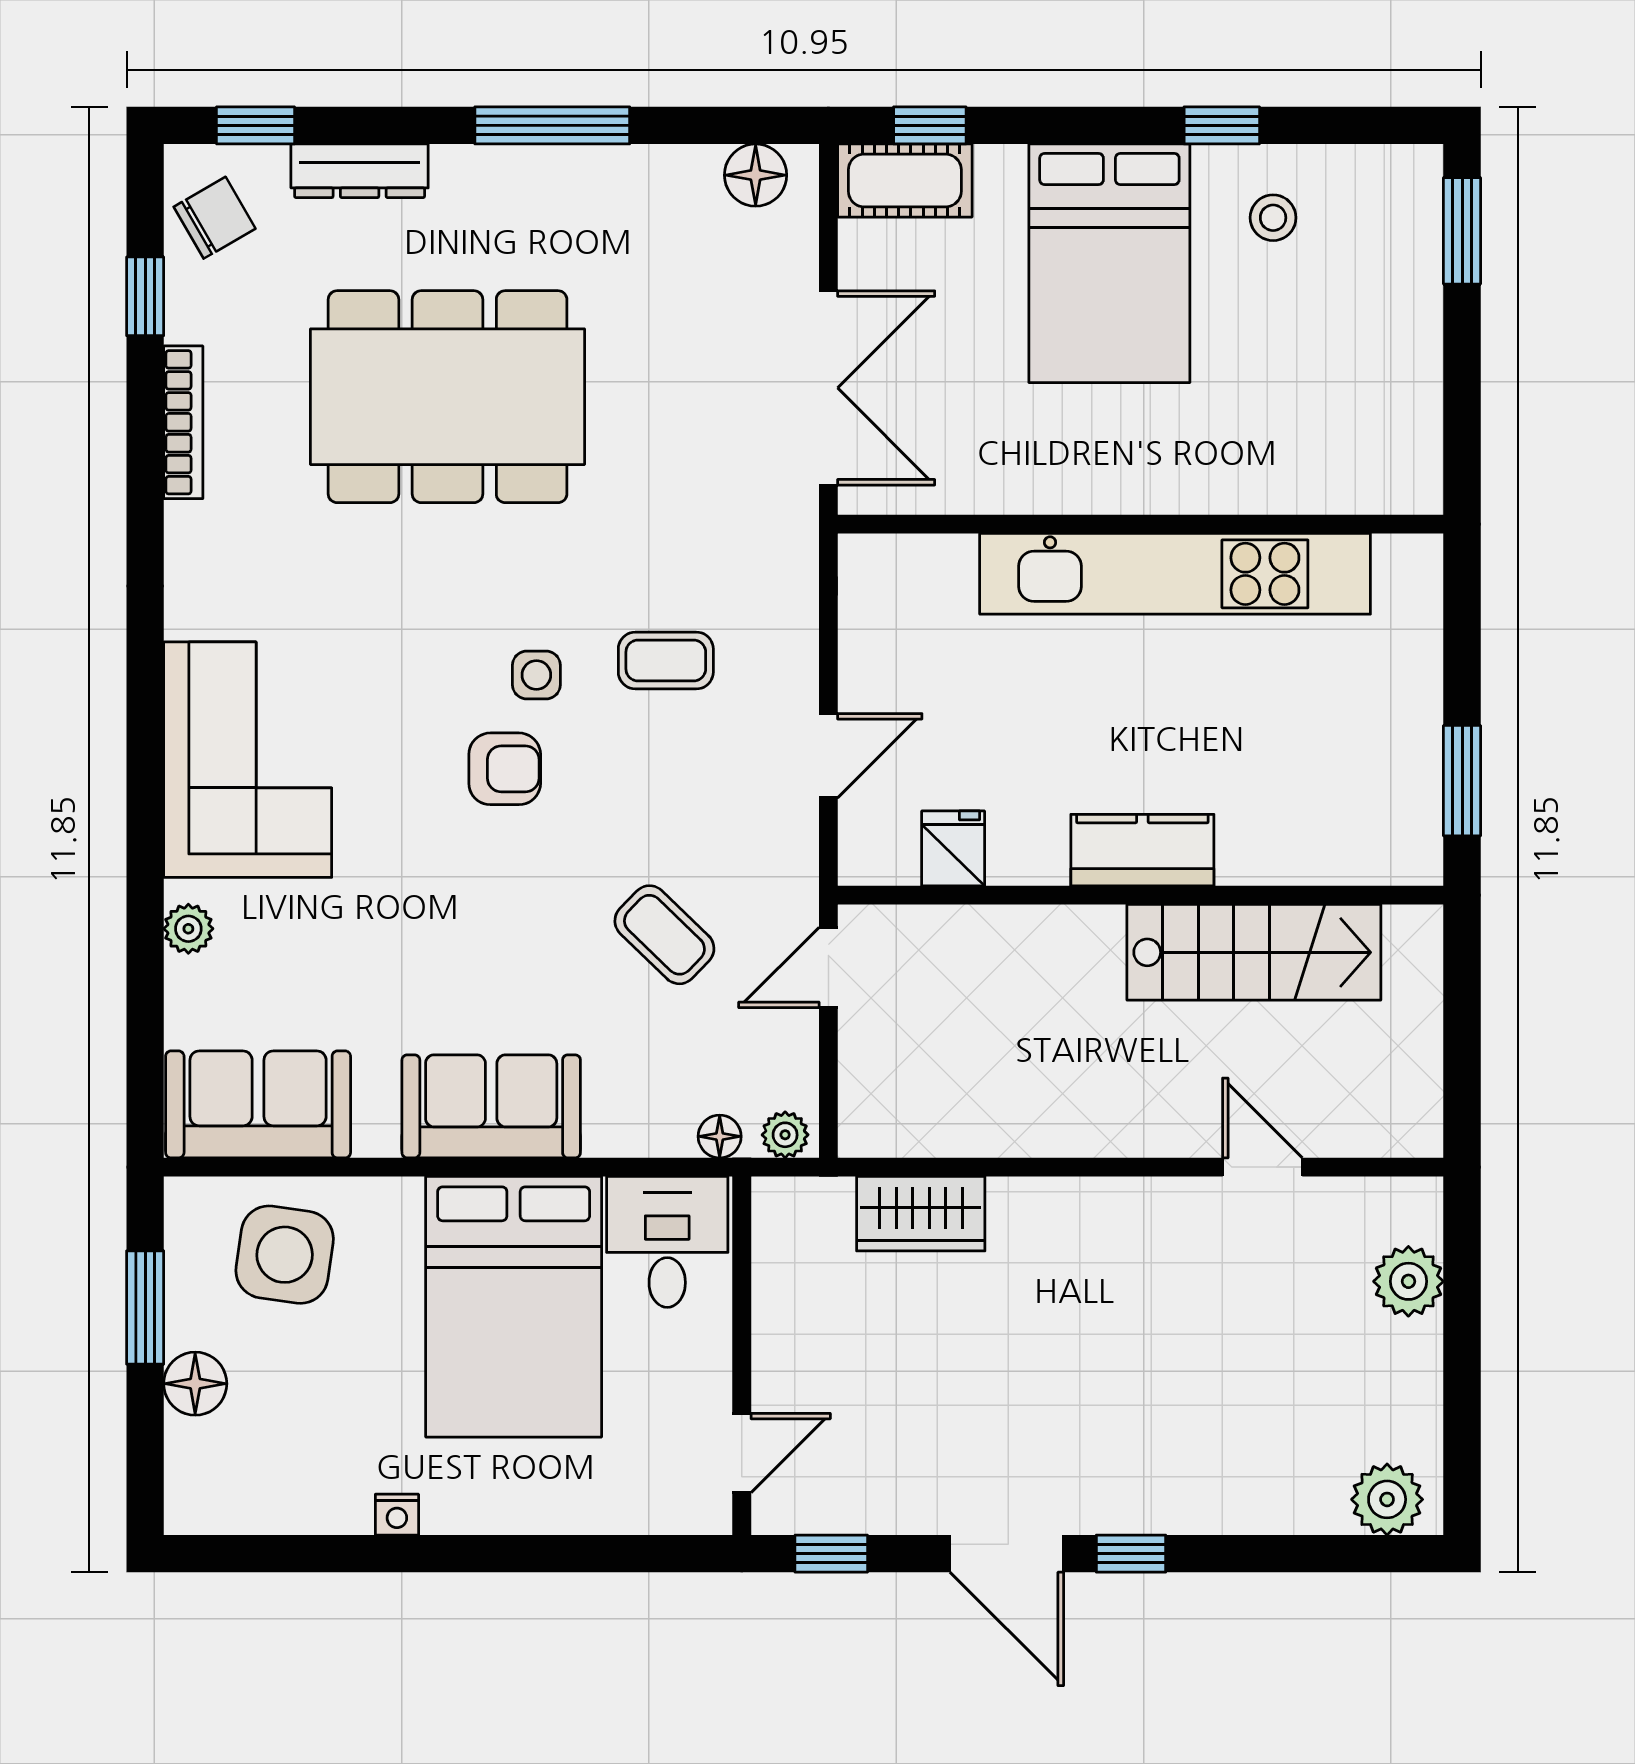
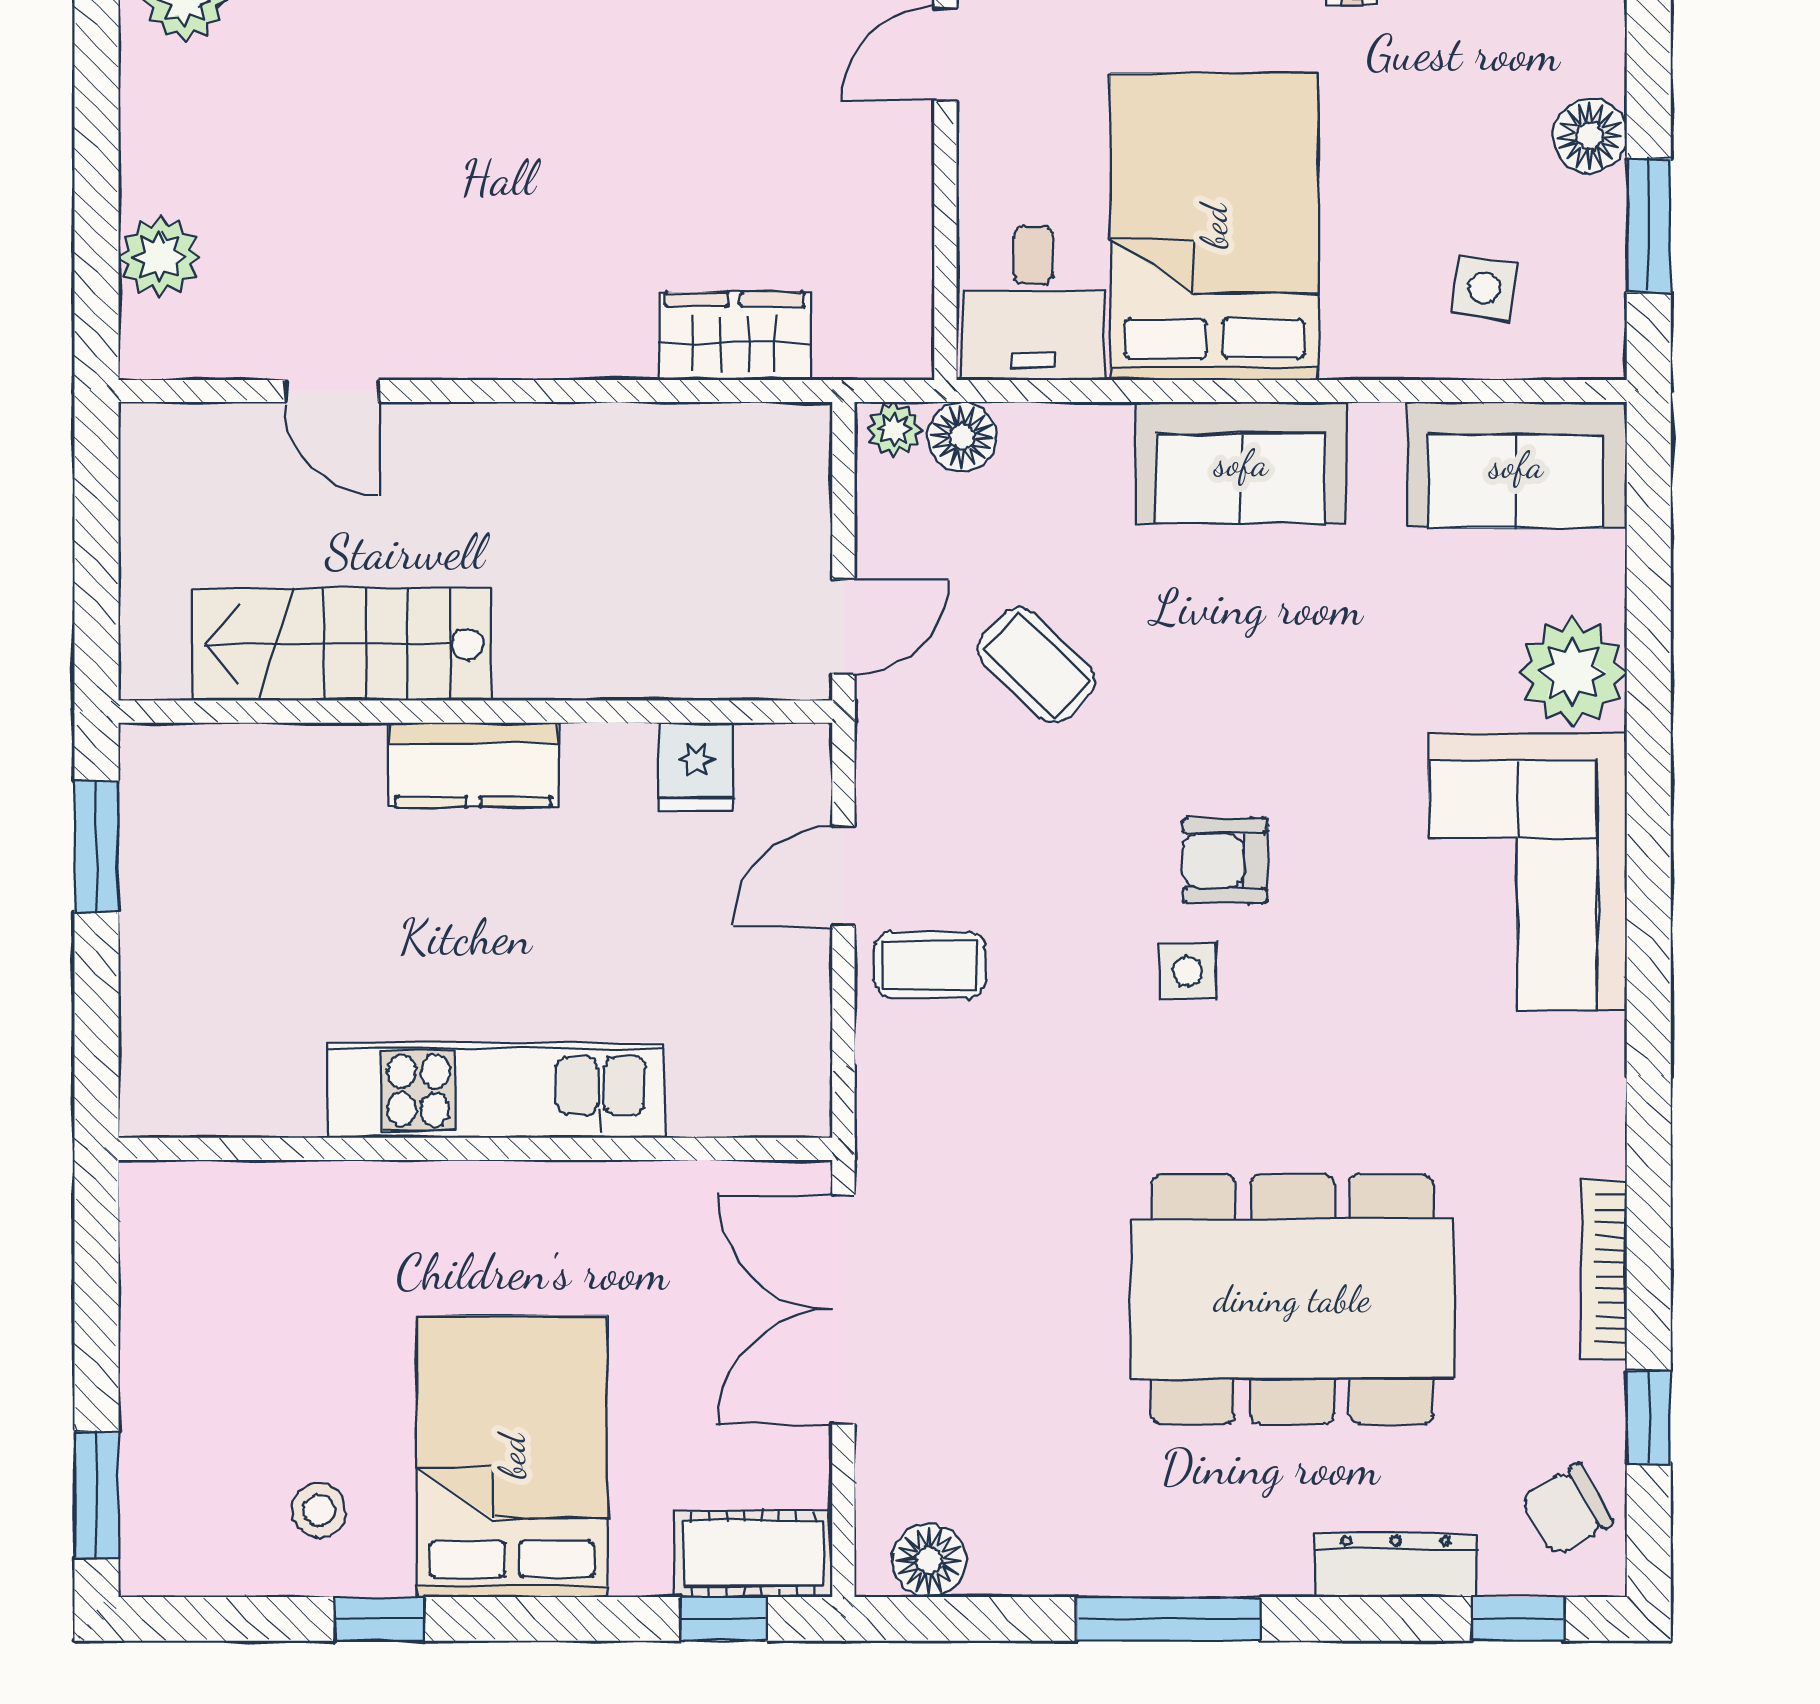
kitchen unit: (1175, 574) -> (496, 1090), width x0.73
coffee table: (666, 661) -> (930, 965), moved
plant: (188, 929) -> (1572, 672), width x1.88, depth x1.88
floor lamp: (720, 1136) -> (962, 437), width x1.37, depth x1.37
side table: (285, 1255) -> (1484, 288), width x0.54, depth x0.54

